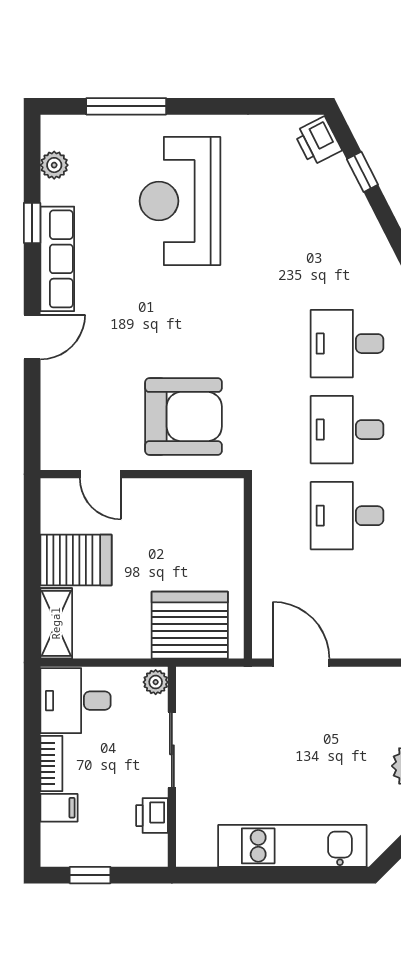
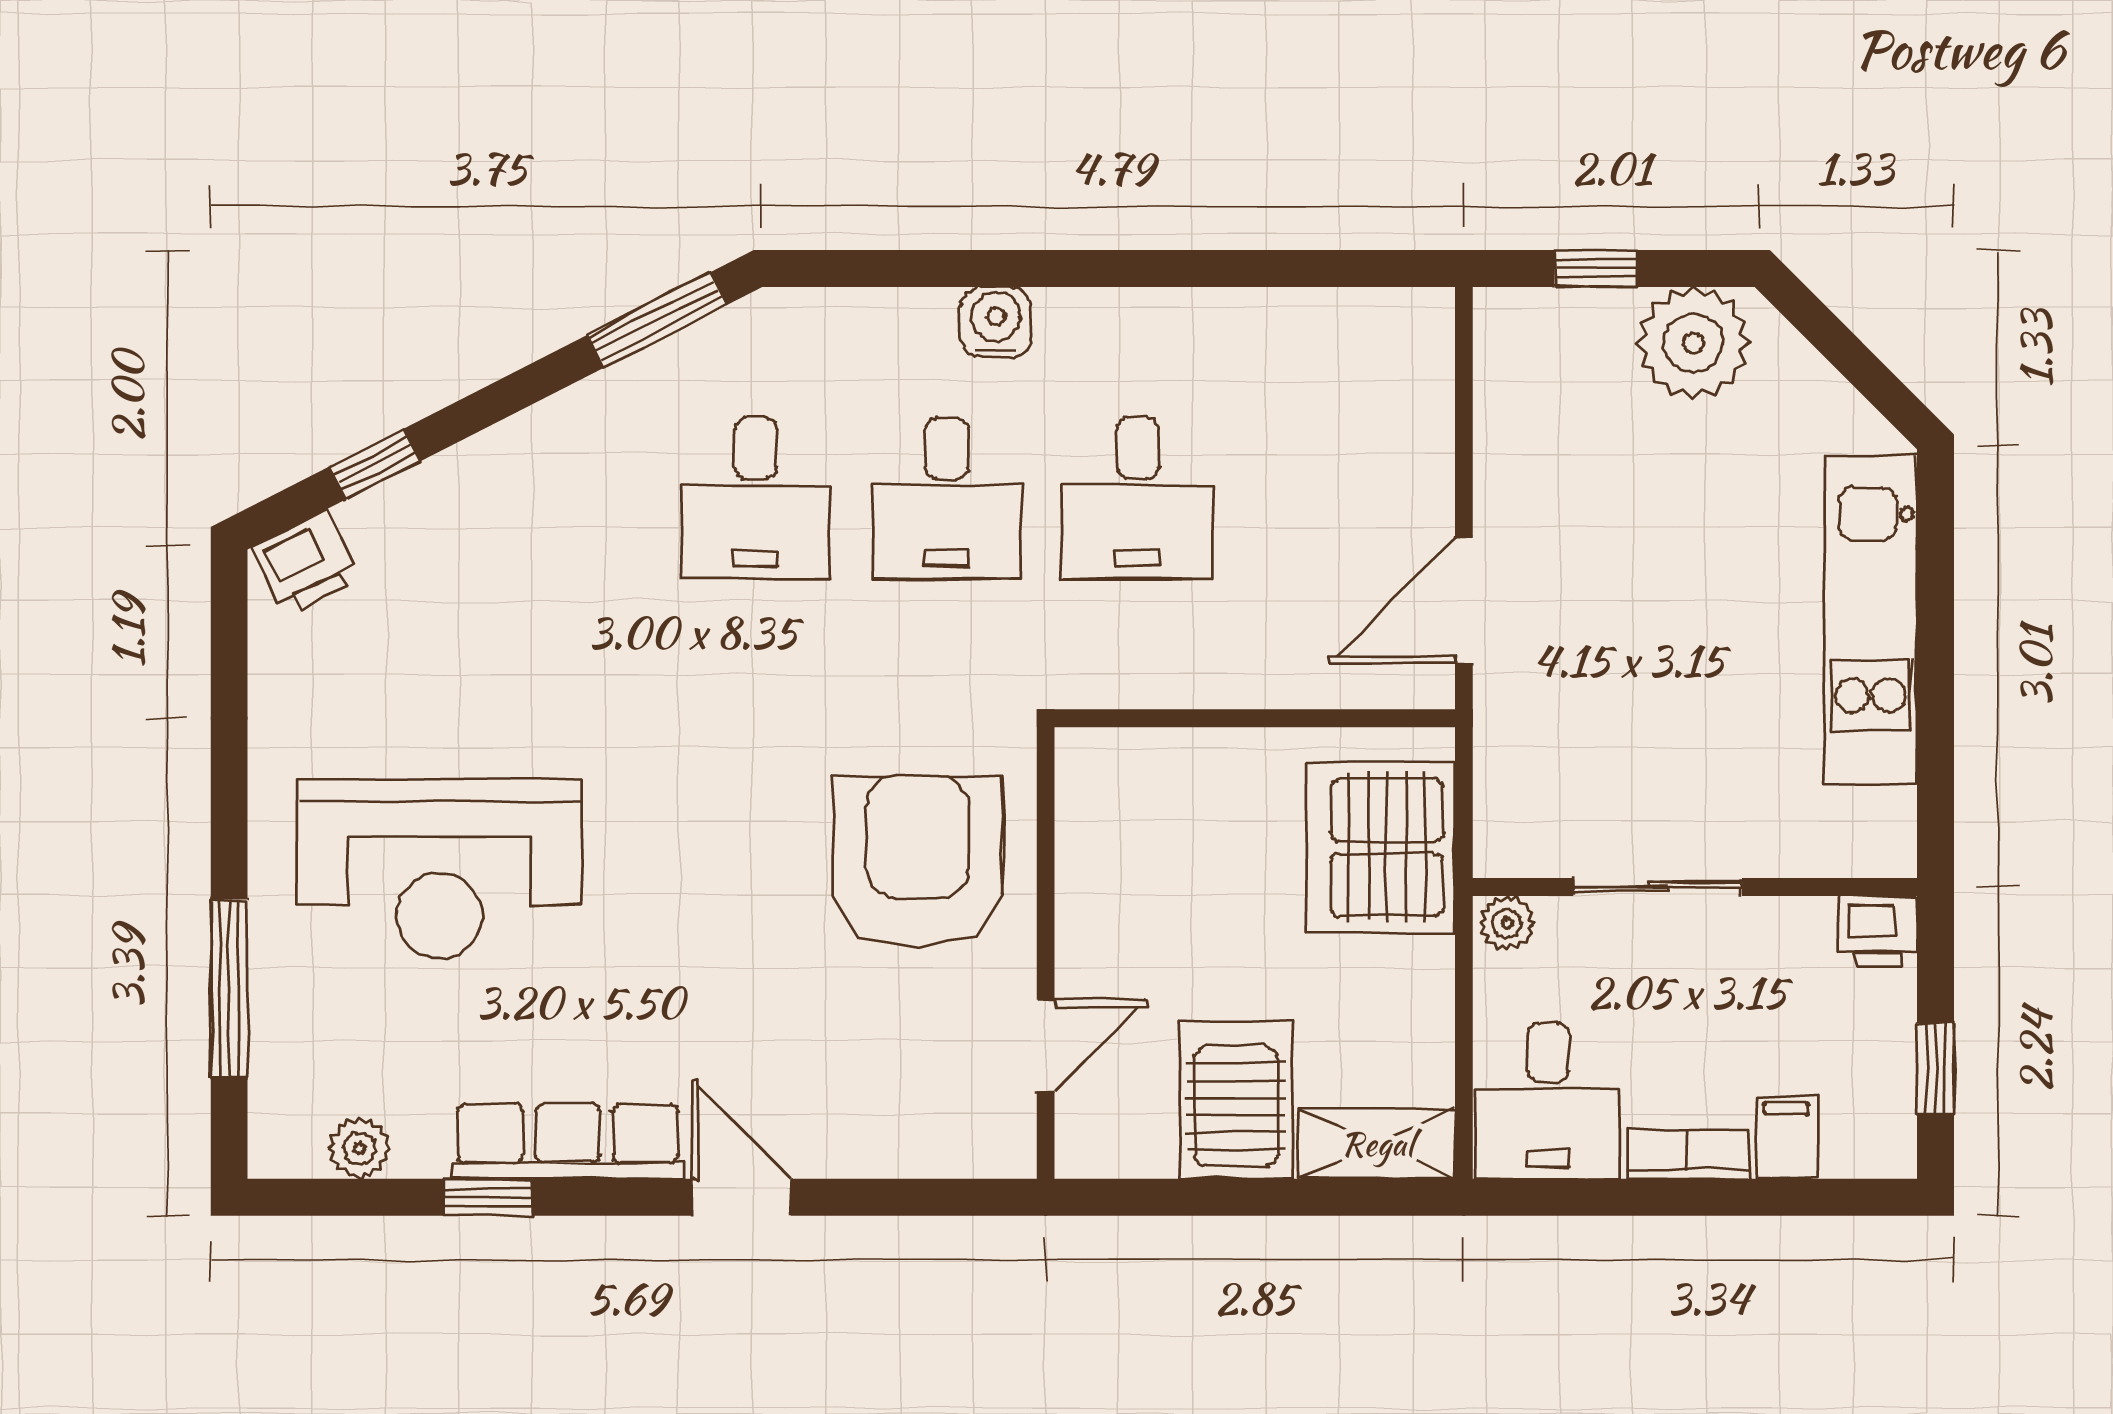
printer: (152, 816) -> (1878, 931), moved

